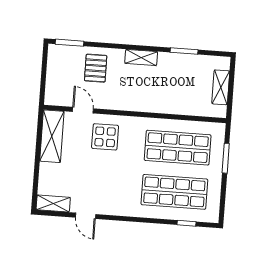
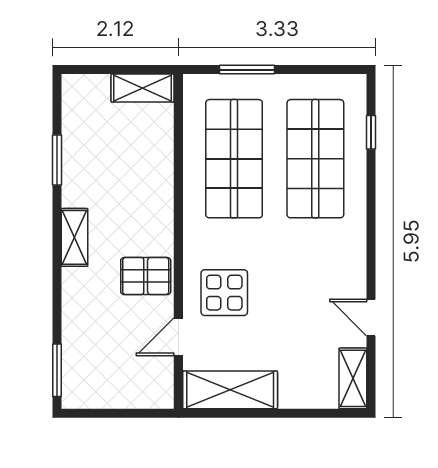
pallet: (96, 68) -> (146, 276), moved
shelving: (221, 87) -> (143, 88), moved
door: (86, 216) -> (371, 318), swing flipped

